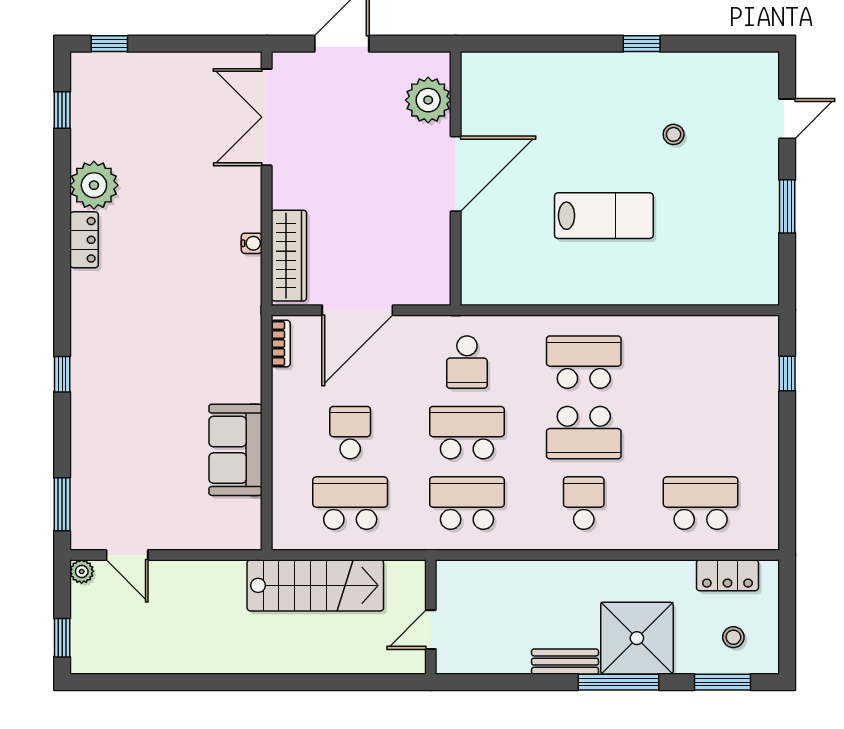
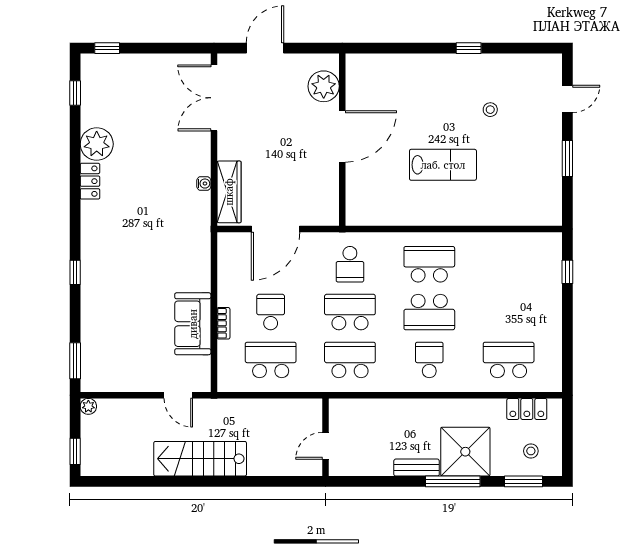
bookcase: (281, 344) -> (223, 323), moved
door: (127, 555) -> (178, 395), moved
stairs: (315, 585) -> (200, 459), moved, turned 180

